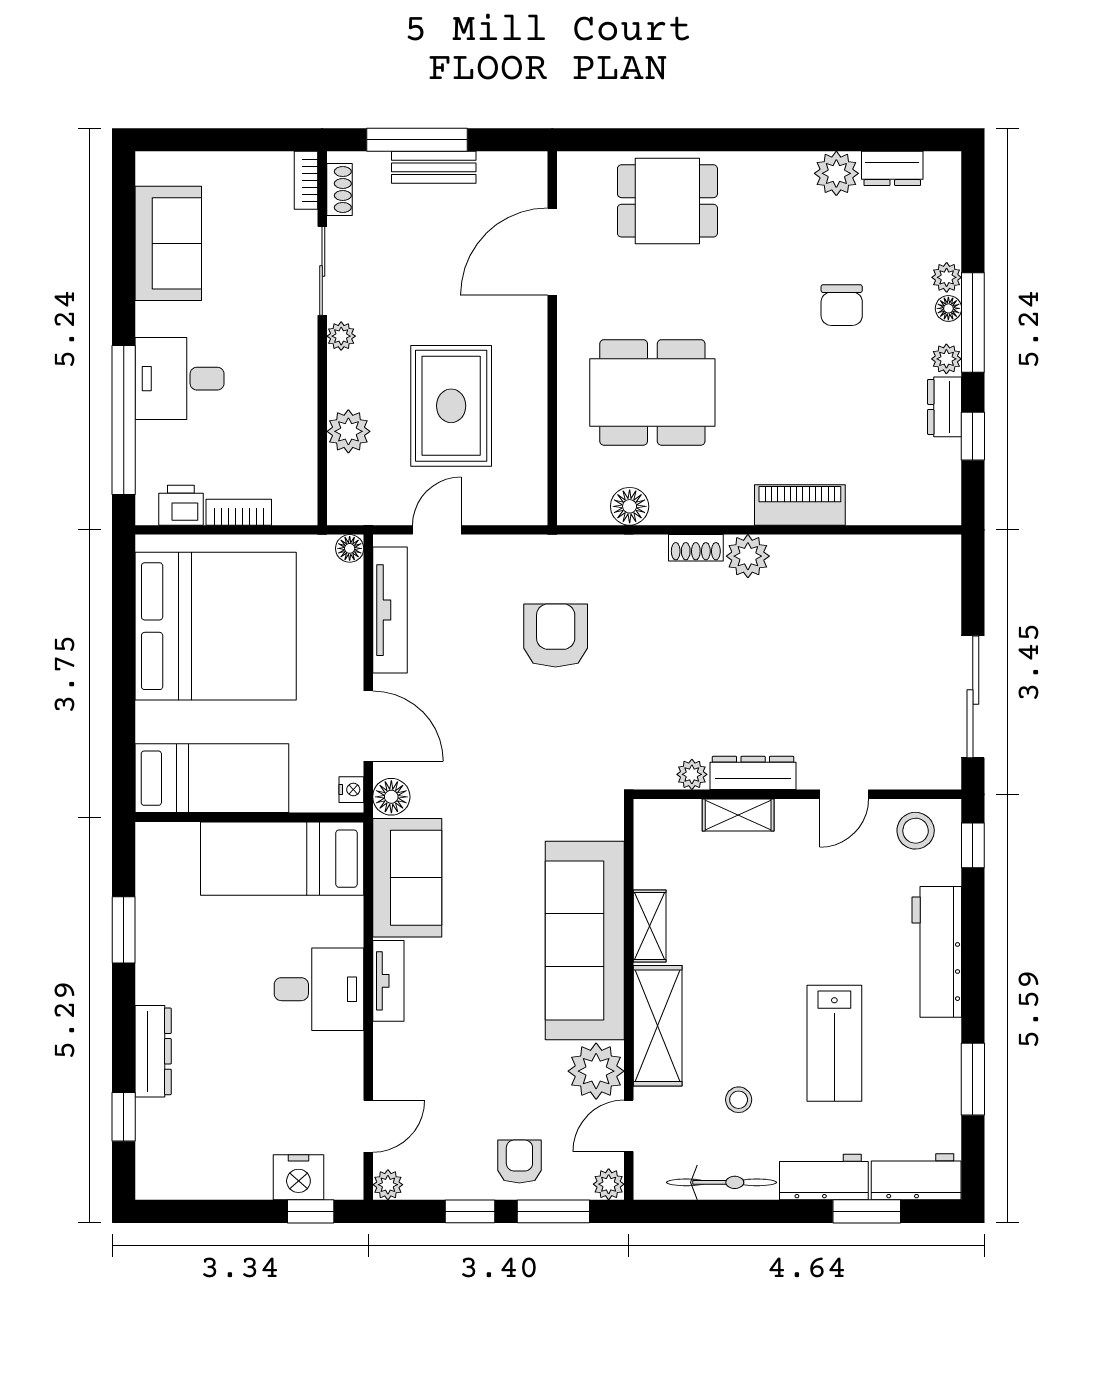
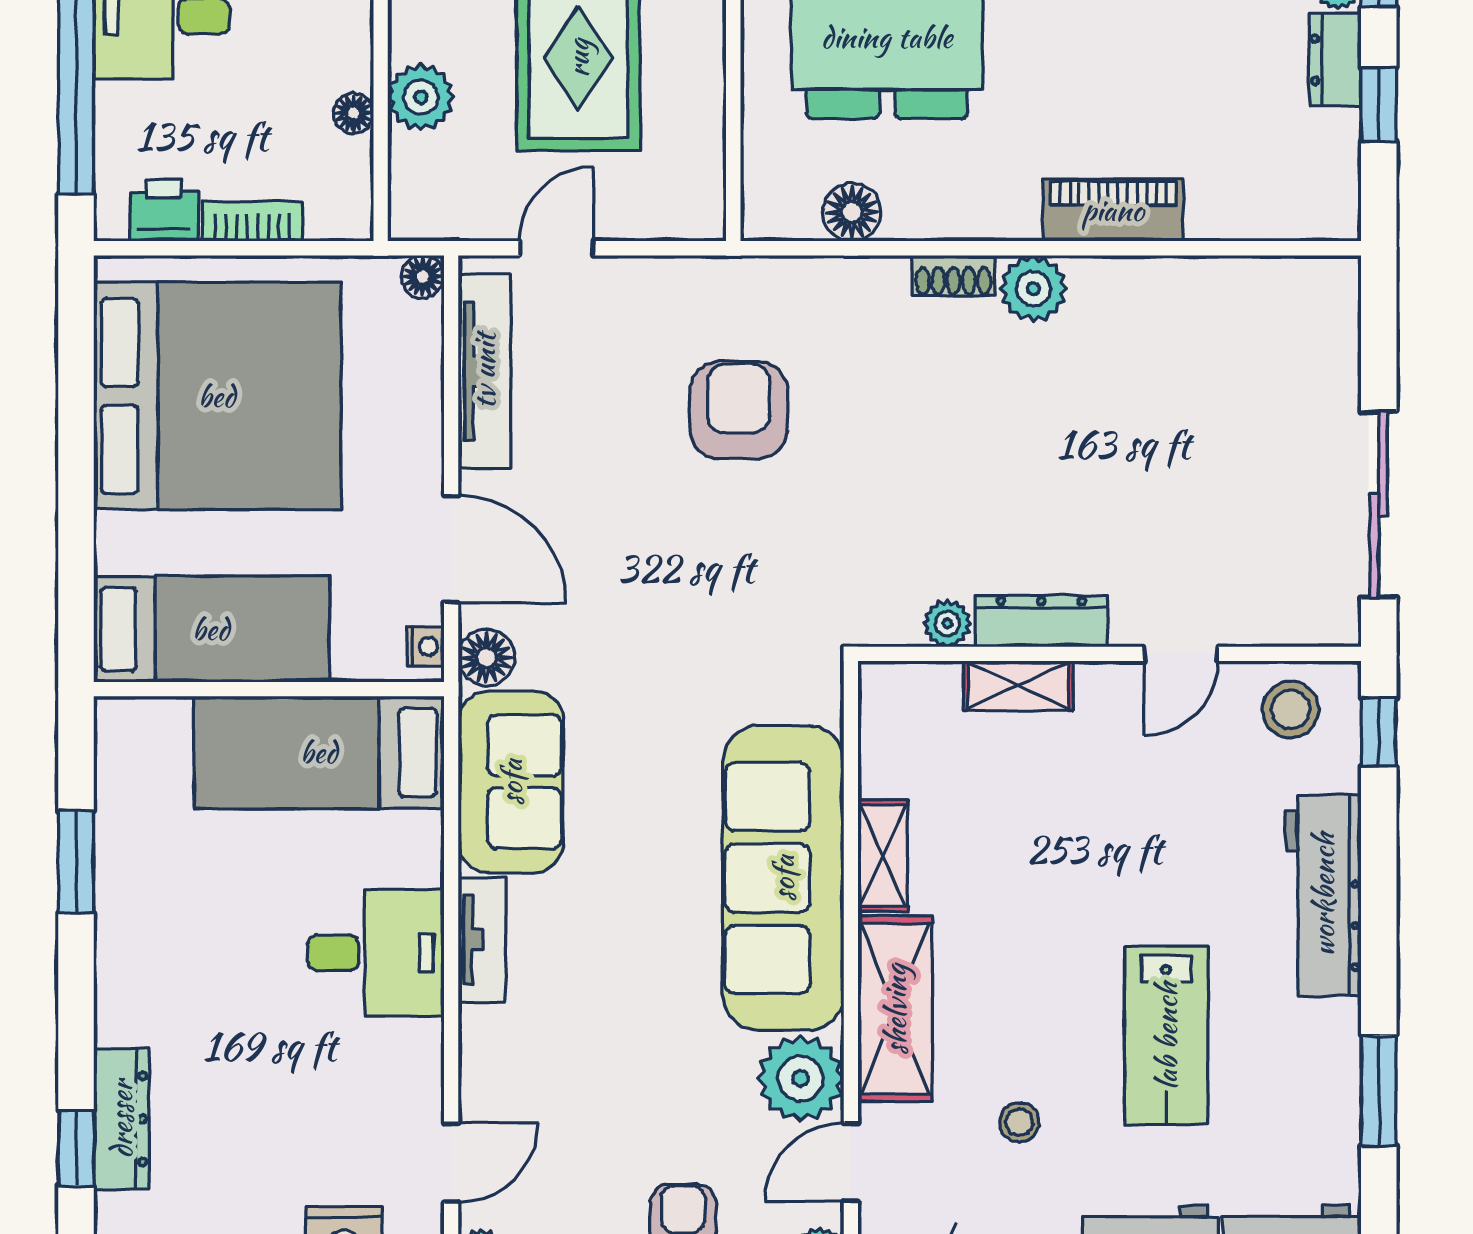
floor lamp: (305, 442) -> (353, 113), added
dresser: (153, 1051) -> (121, 1119), moved

